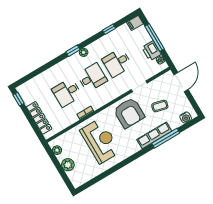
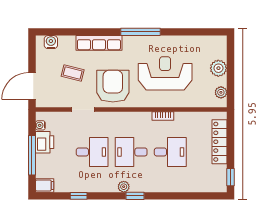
window: (166, 138) -> (141, 32), moved
reception desk: (100, 141) -> (165, 73), turned 90

